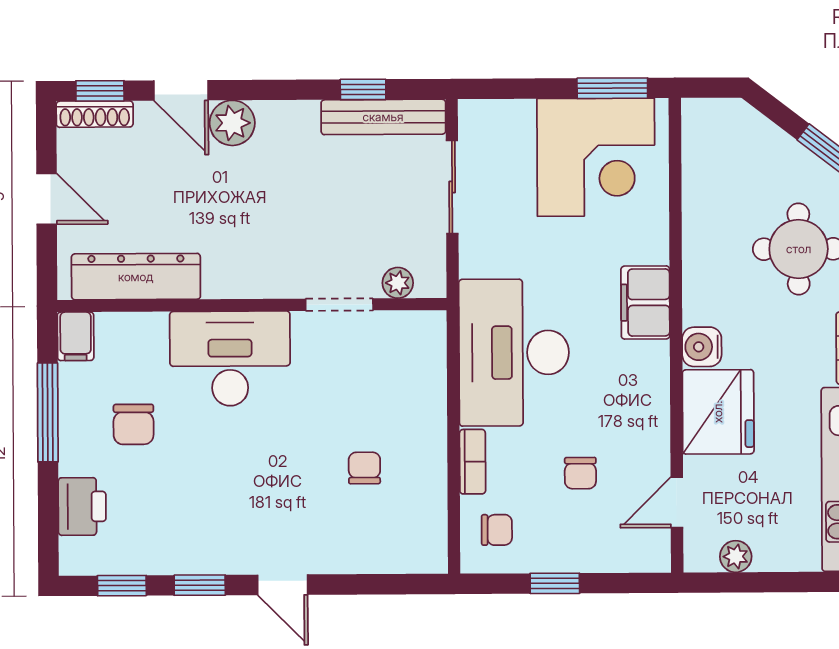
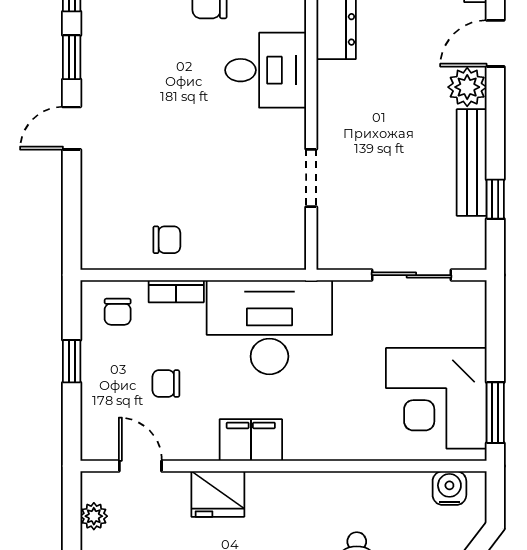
bench: (383, 117) -> (472, 163), moved
plant: (398, 283) -> (330, 228), removed
filing cabinet: (645, 302) -> (251, 440), moved
water cooler: (702, 347) -> (449, 488), moved
desk: (230, 358) -> (266, 70), width x0.73
fridge: (718, 412) -> (218, 494), width x0.73, depth x0.75
chair: (364, 468) -> (167, 240), moved

